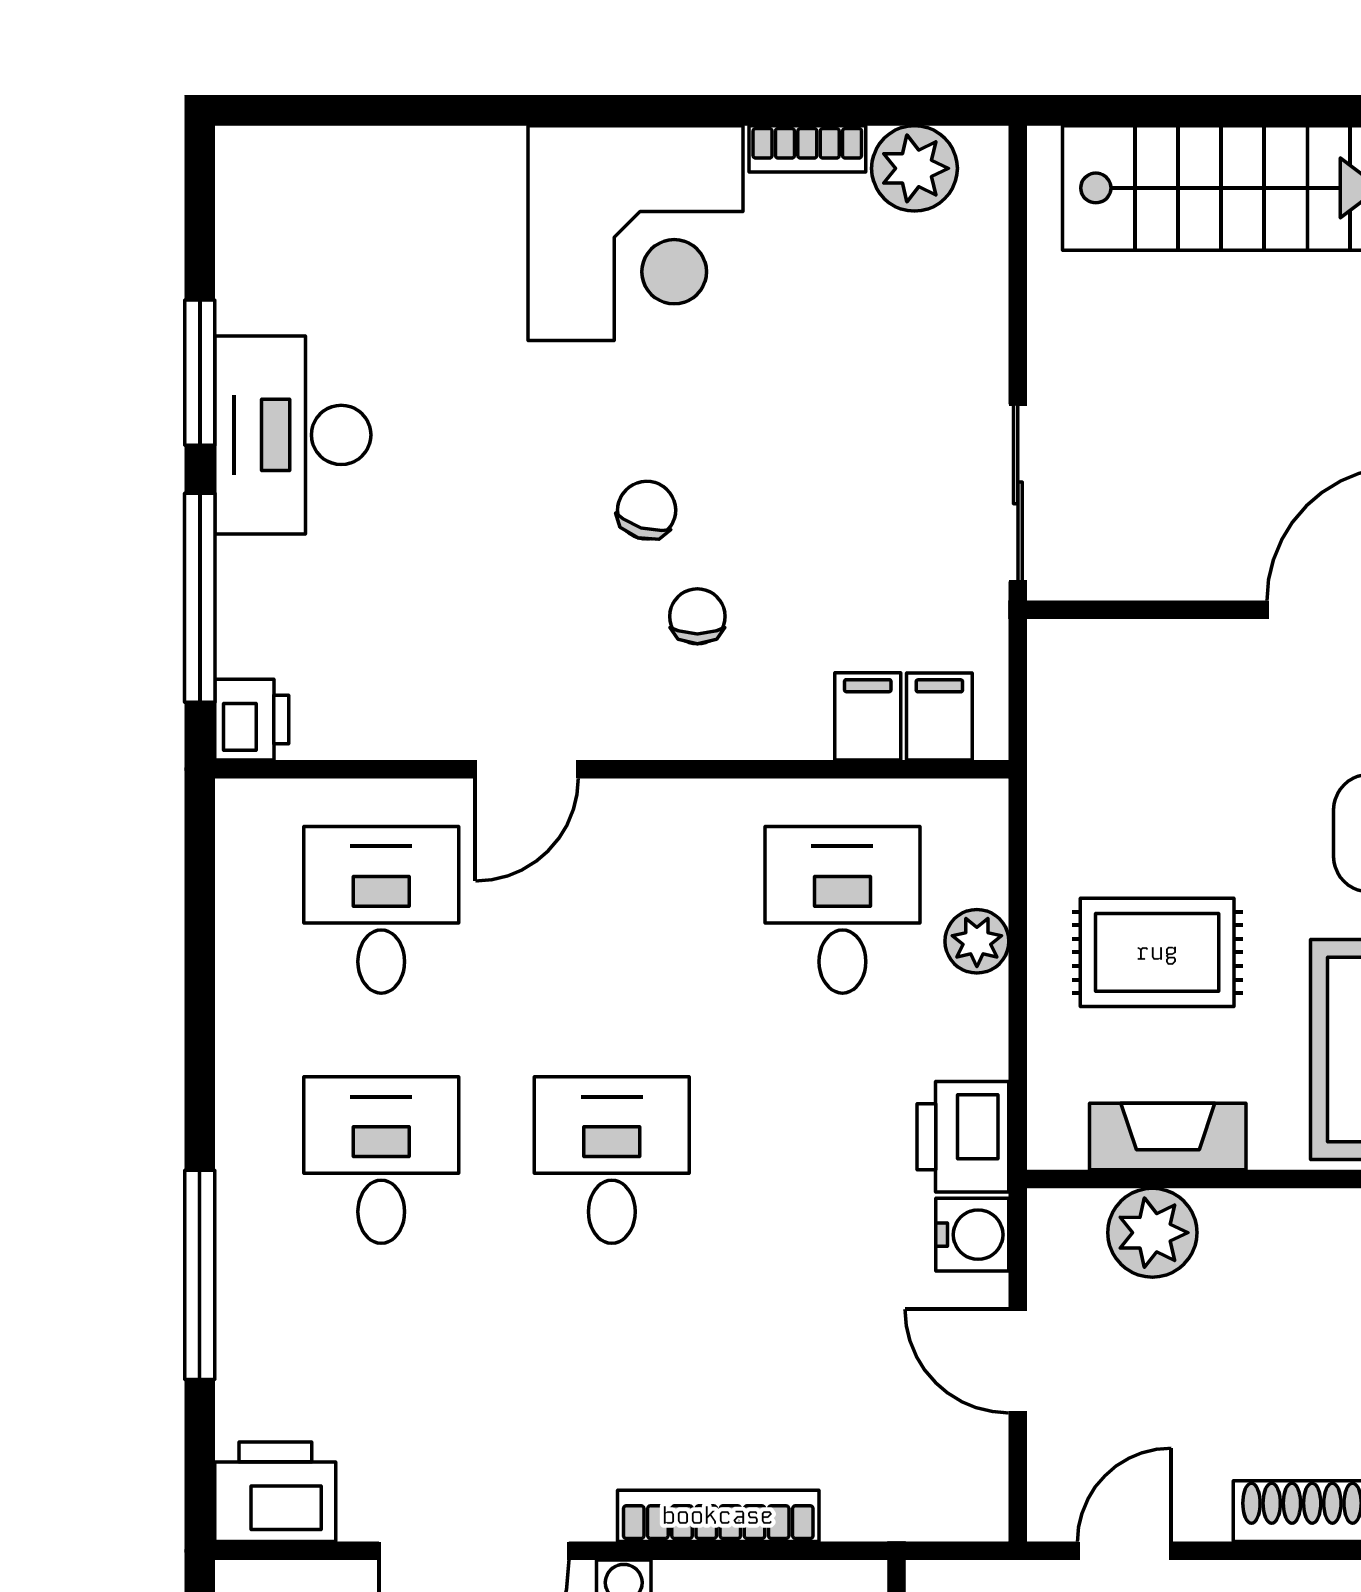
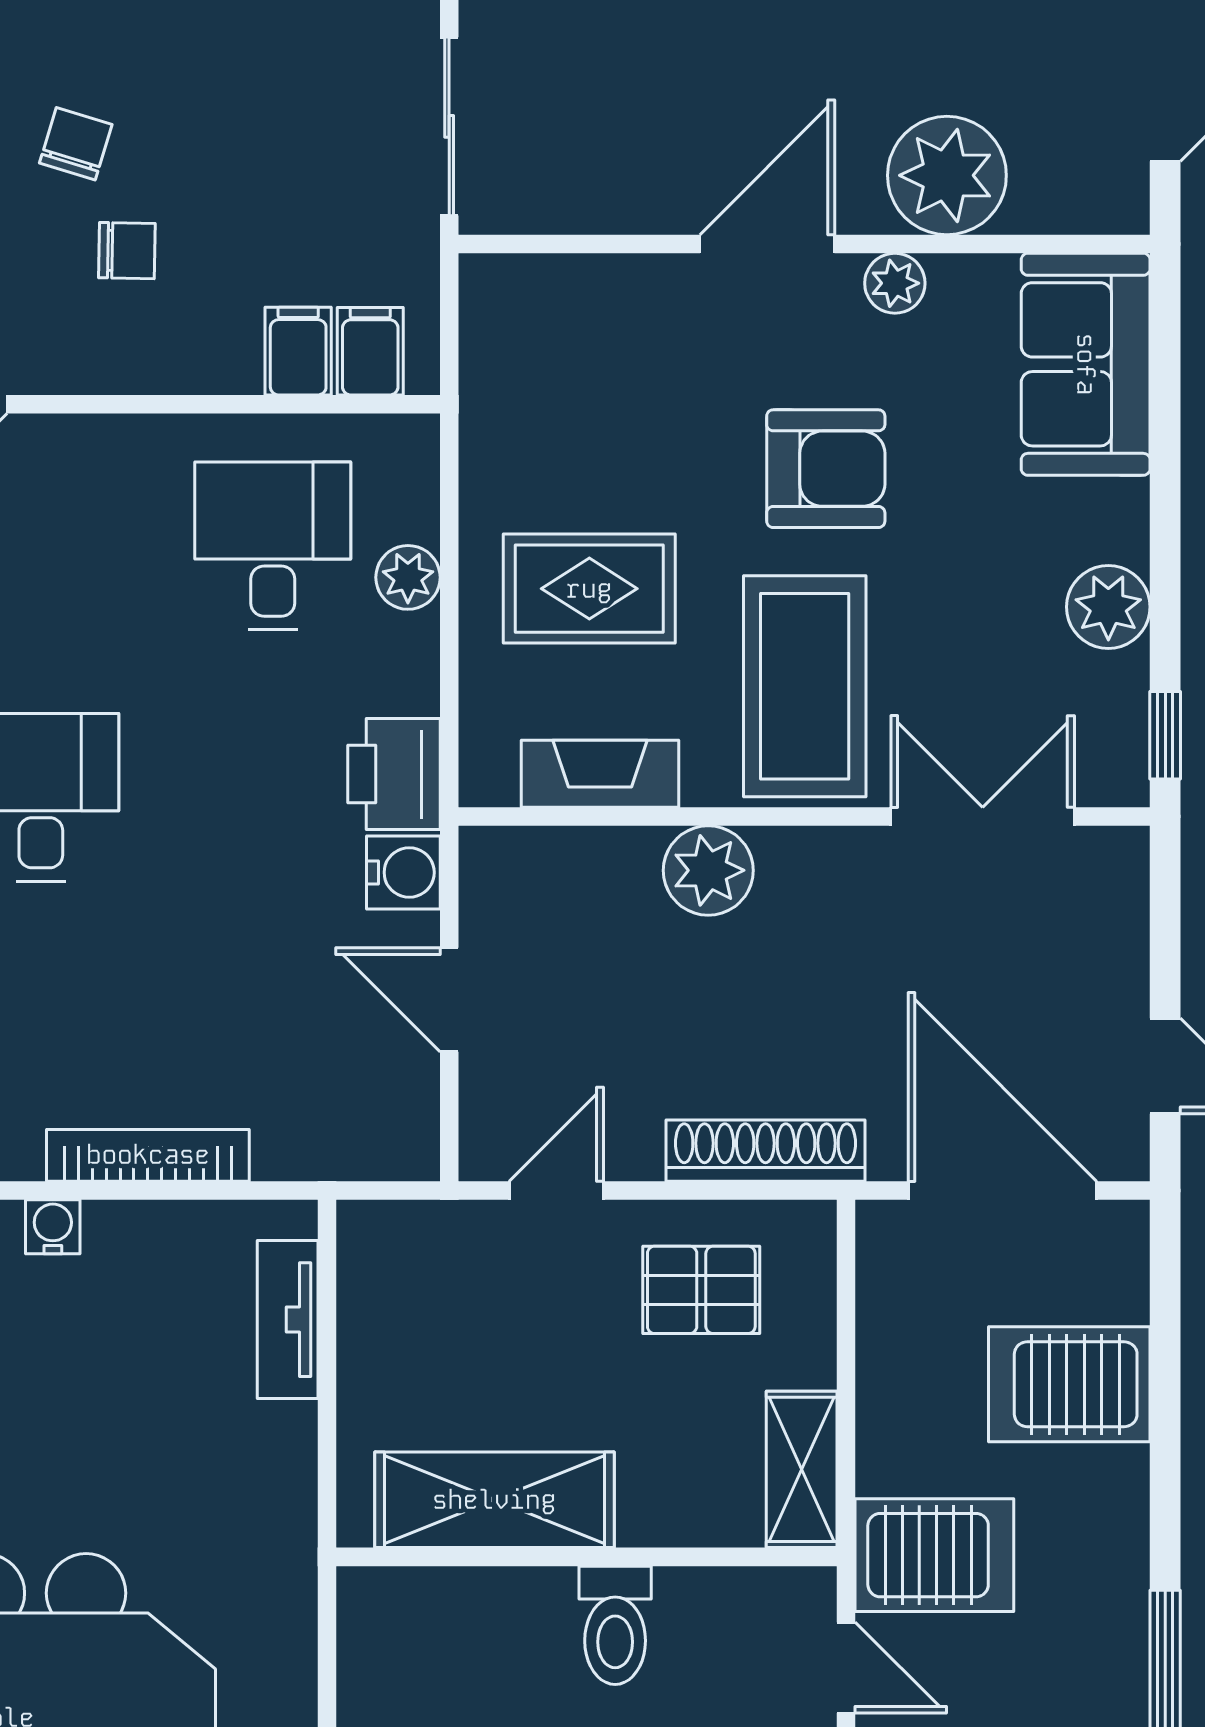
chair: (697, 616) -> (127, 251), turned 91
plant: (1152, 1233) -> (708, 870), moved

